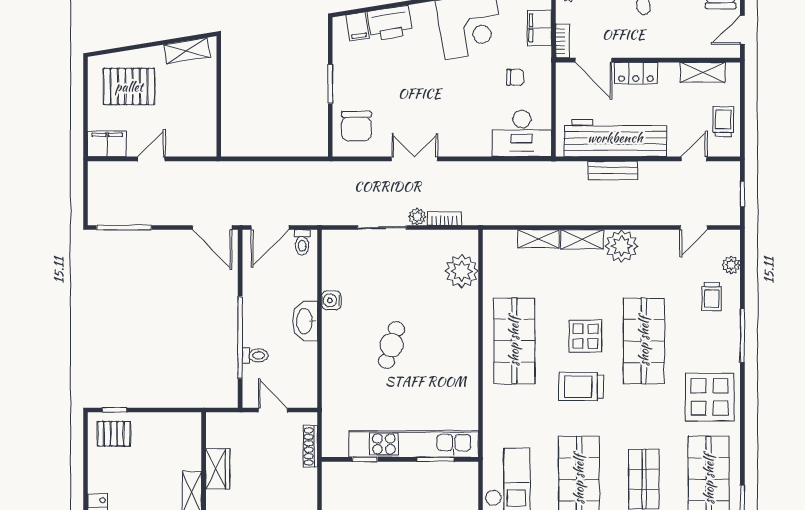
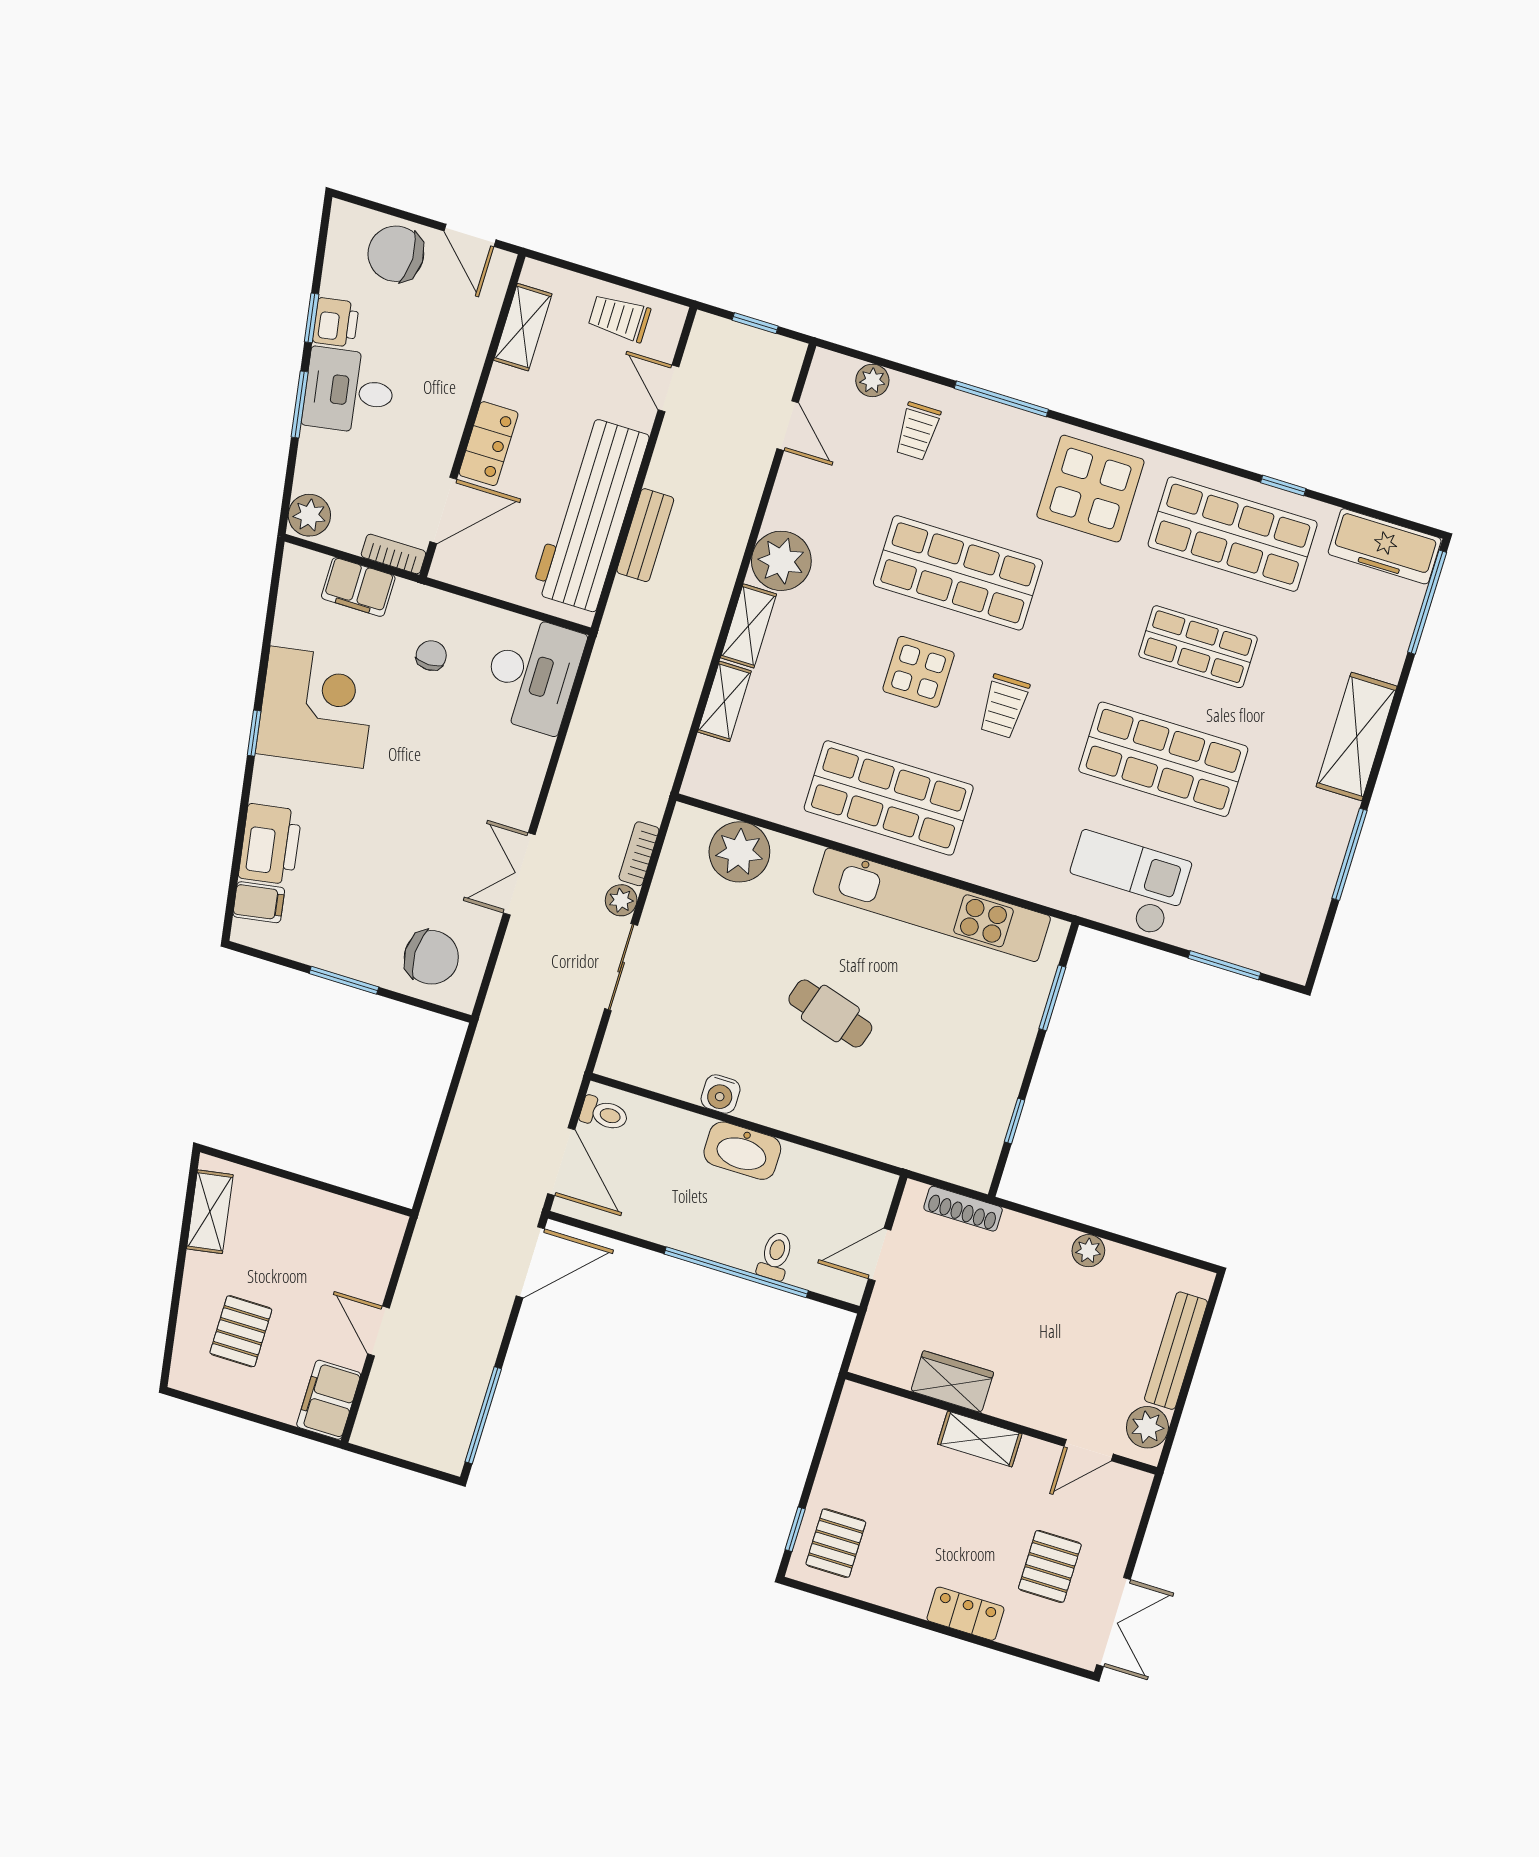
pallet: (129, 87) -> (241, 1331), width x0.67, depth x0.71
trolley: (712, 297) -> (917, 431), turned 90
trolley: (581, 387) -> (1004, 706), width x0.73, depth x0.72
kitchen unit: (414, 444) -> (932, 905), moved, turned -90

